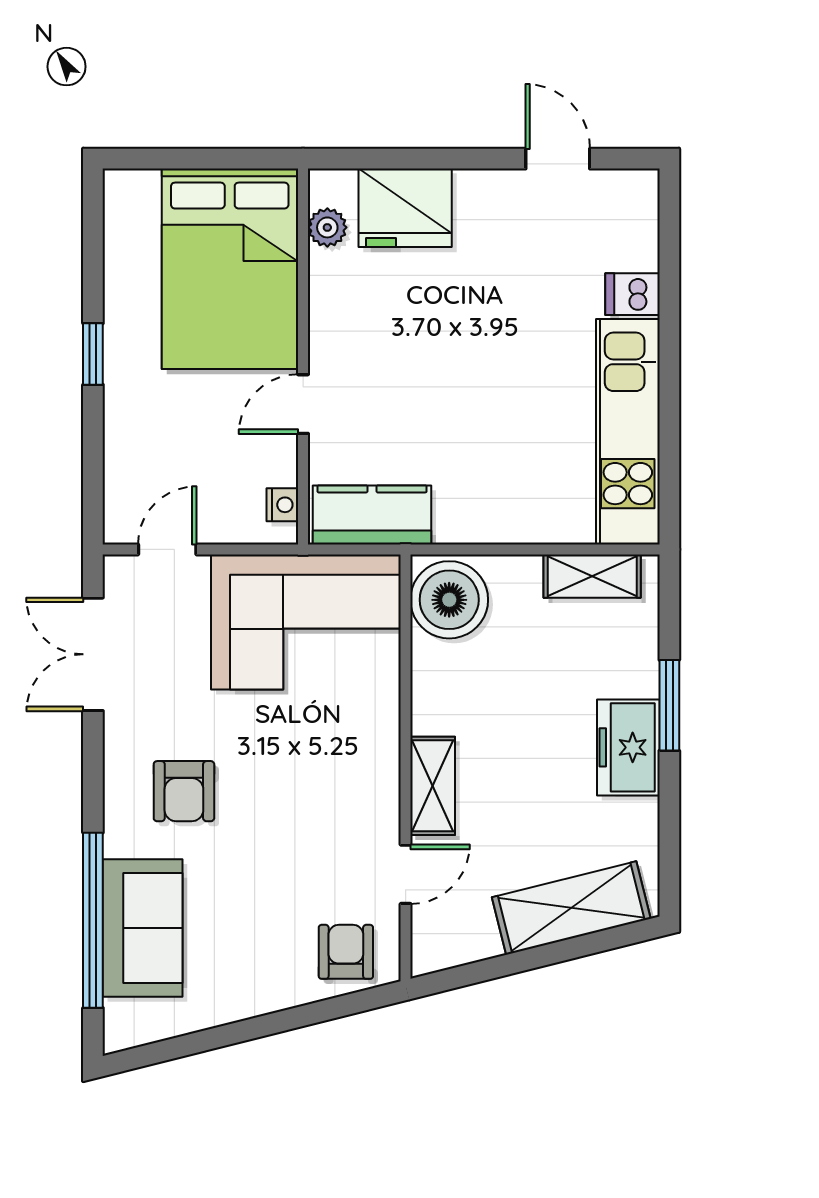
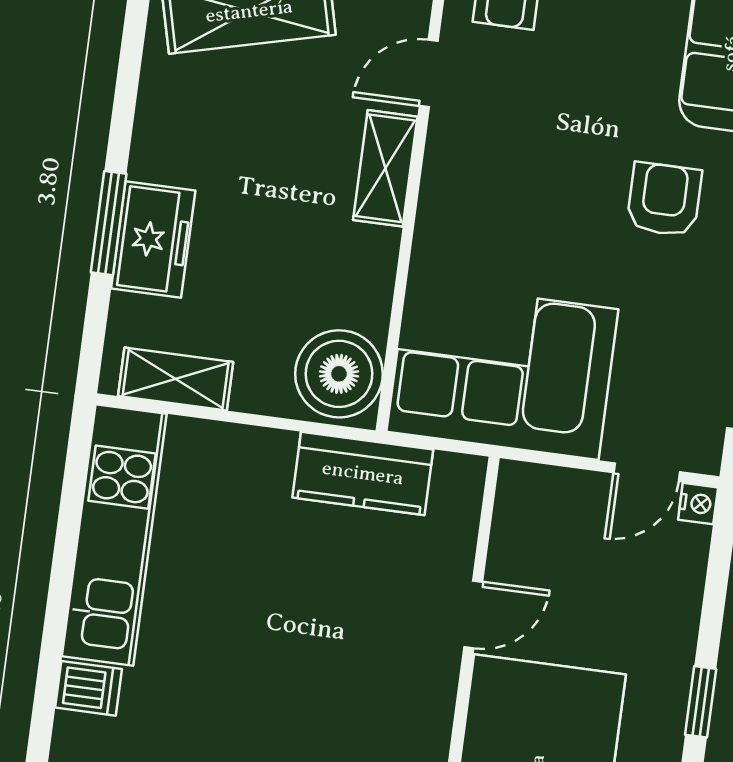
nightstand: (282, 505) -> (698, 504), moved, turned 180
kitchen counter: (372, 515) -> (363, 473), moved
freezer: (628, 747) -> (153, 240), moved

